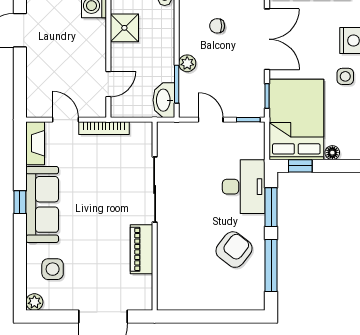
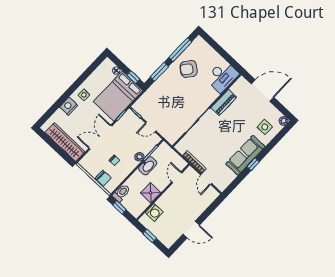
door: (108, 84) -> (177, 177), hinge flipped
washbasin: (164, 100) -> (148, 166), moved
door: (211, 120) -> (151, 127), hinge flipped
fireplace: (35, 143) -> (226, 181), removed
desk: (244, 187) -> (222, 76), moved, turned 180

